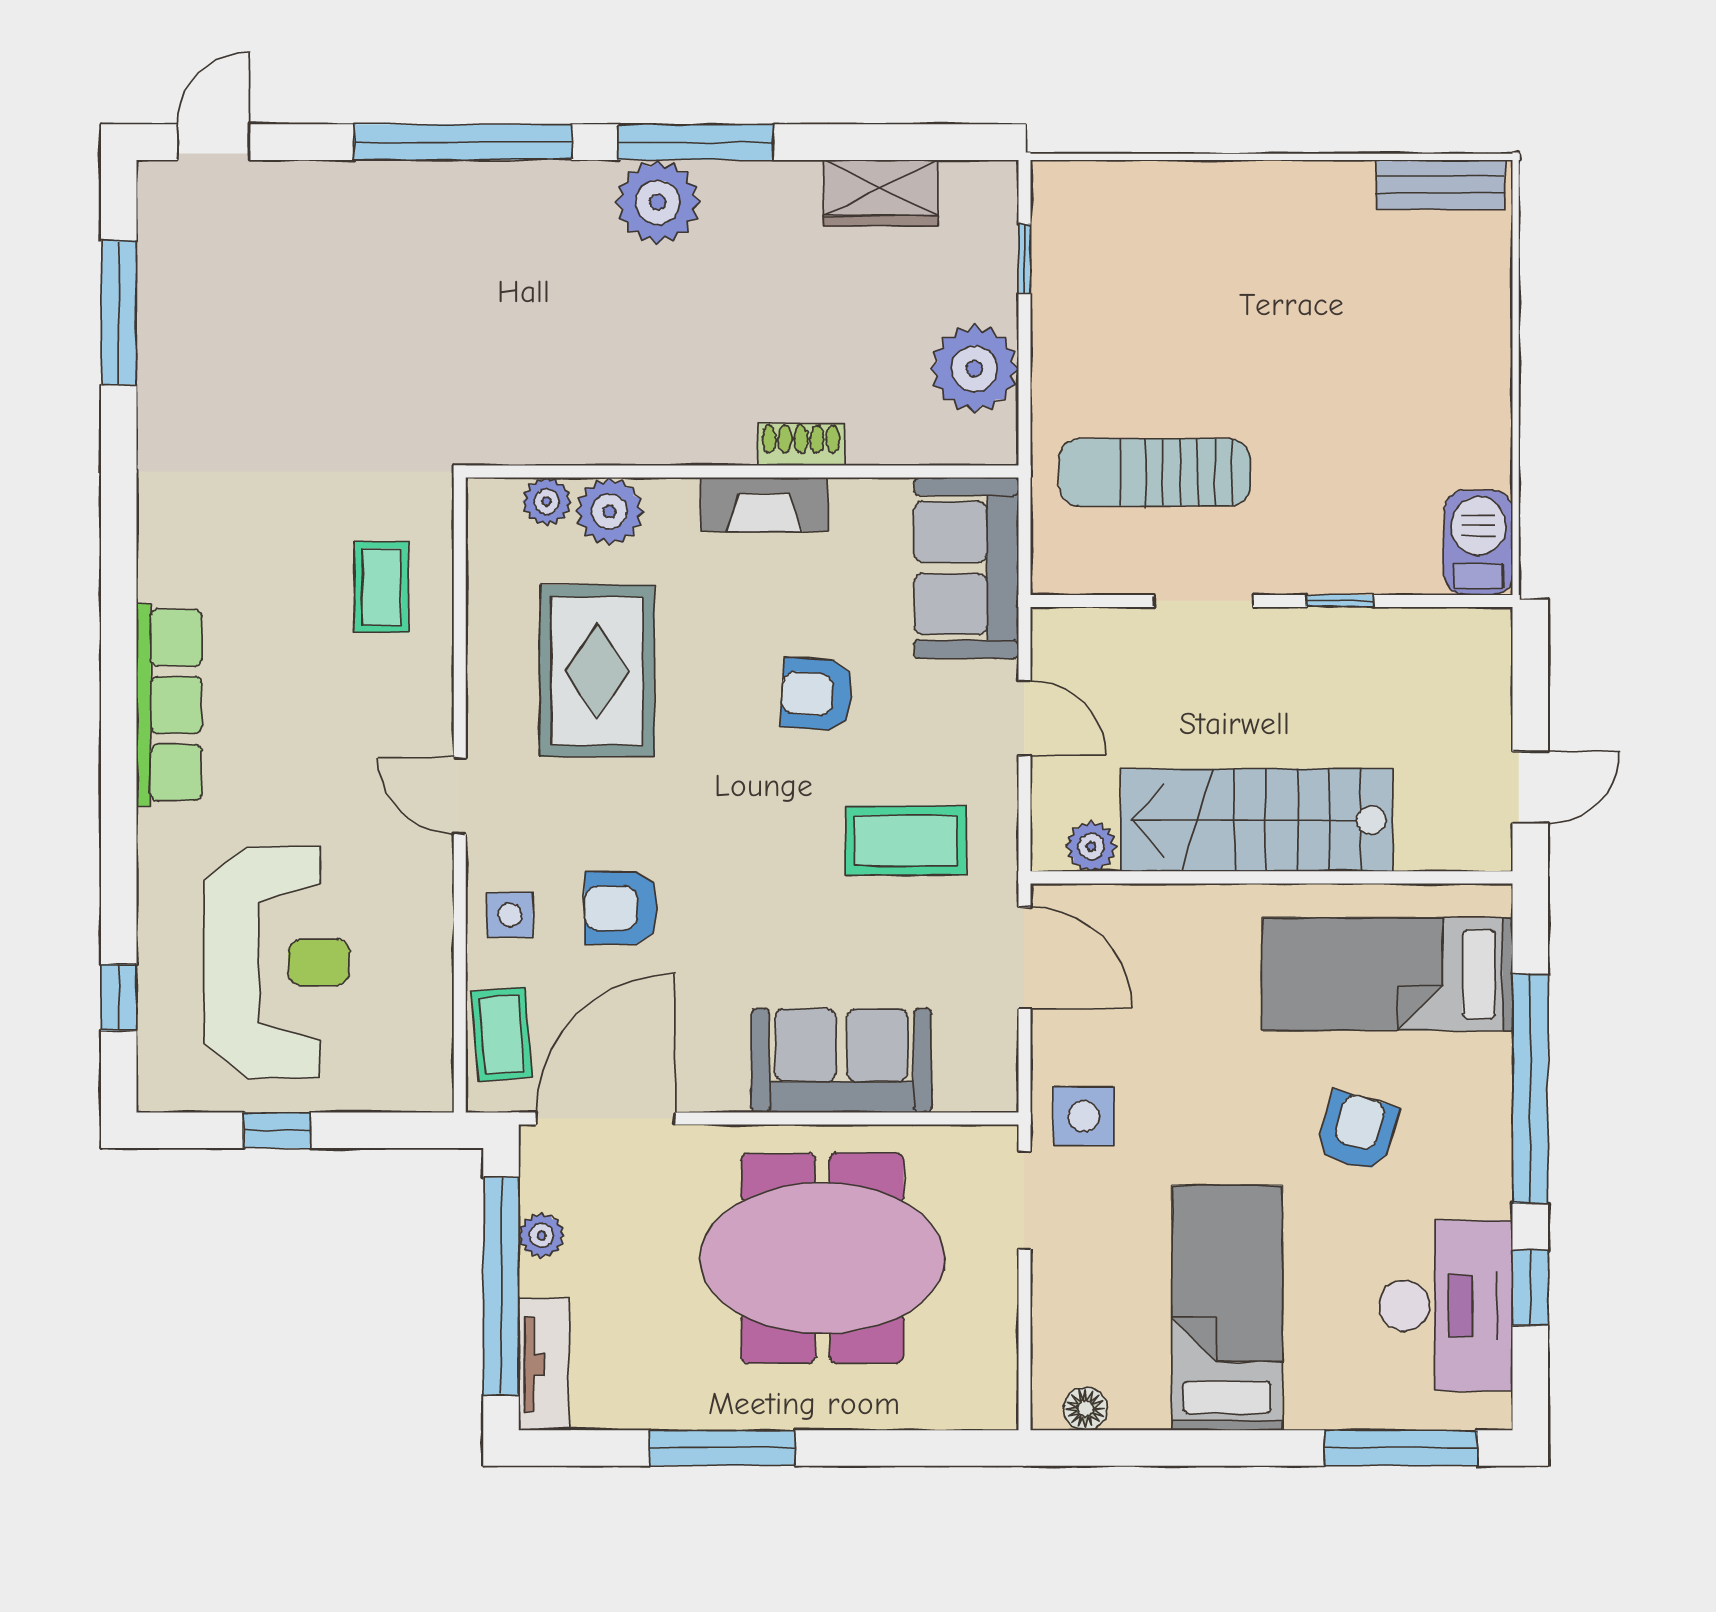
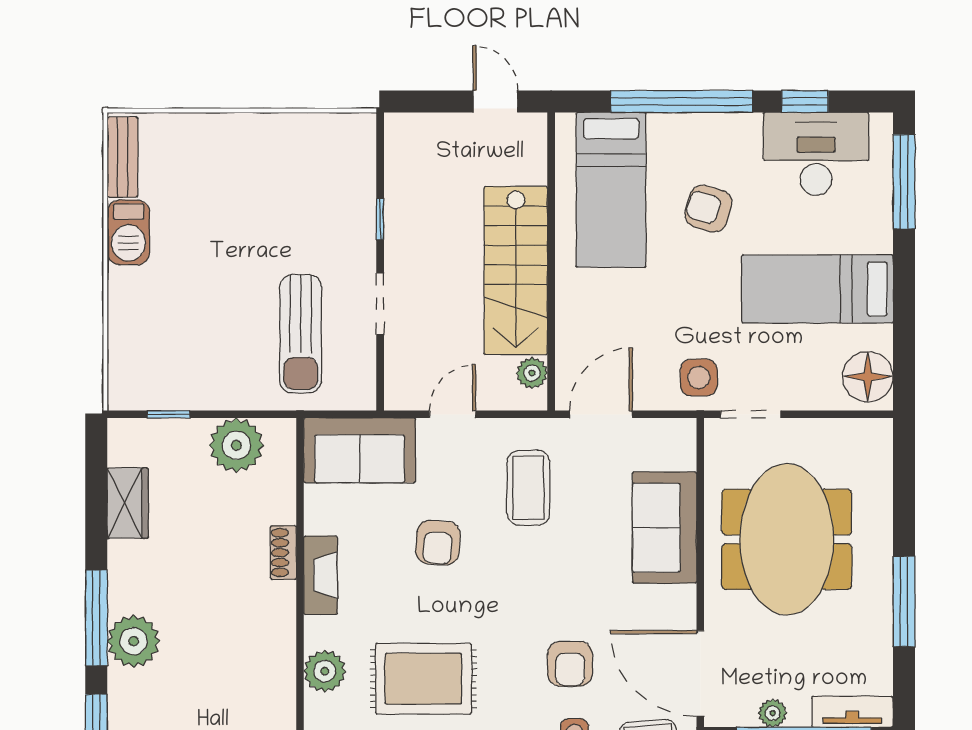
plant: (547, 501) -> (319, 710), removed
barbecue: (1478, 543) -> (128, 232), moved, turned -90
floor lamp: (1085, 1409) -> (868, 377), width x1.89, depth x1.89

